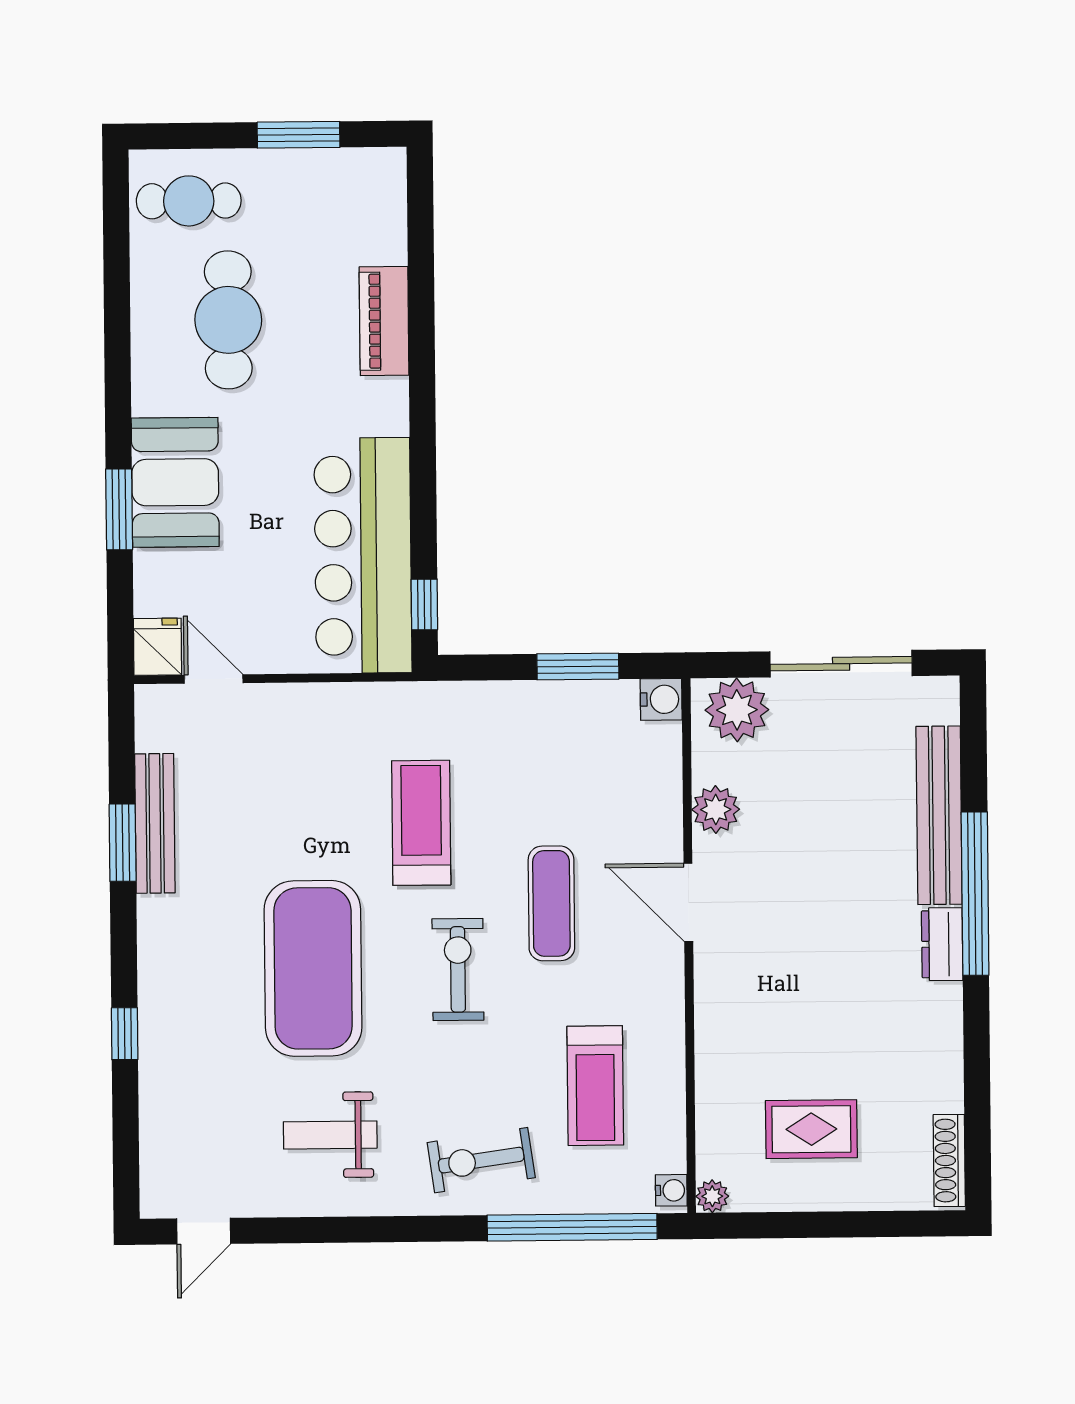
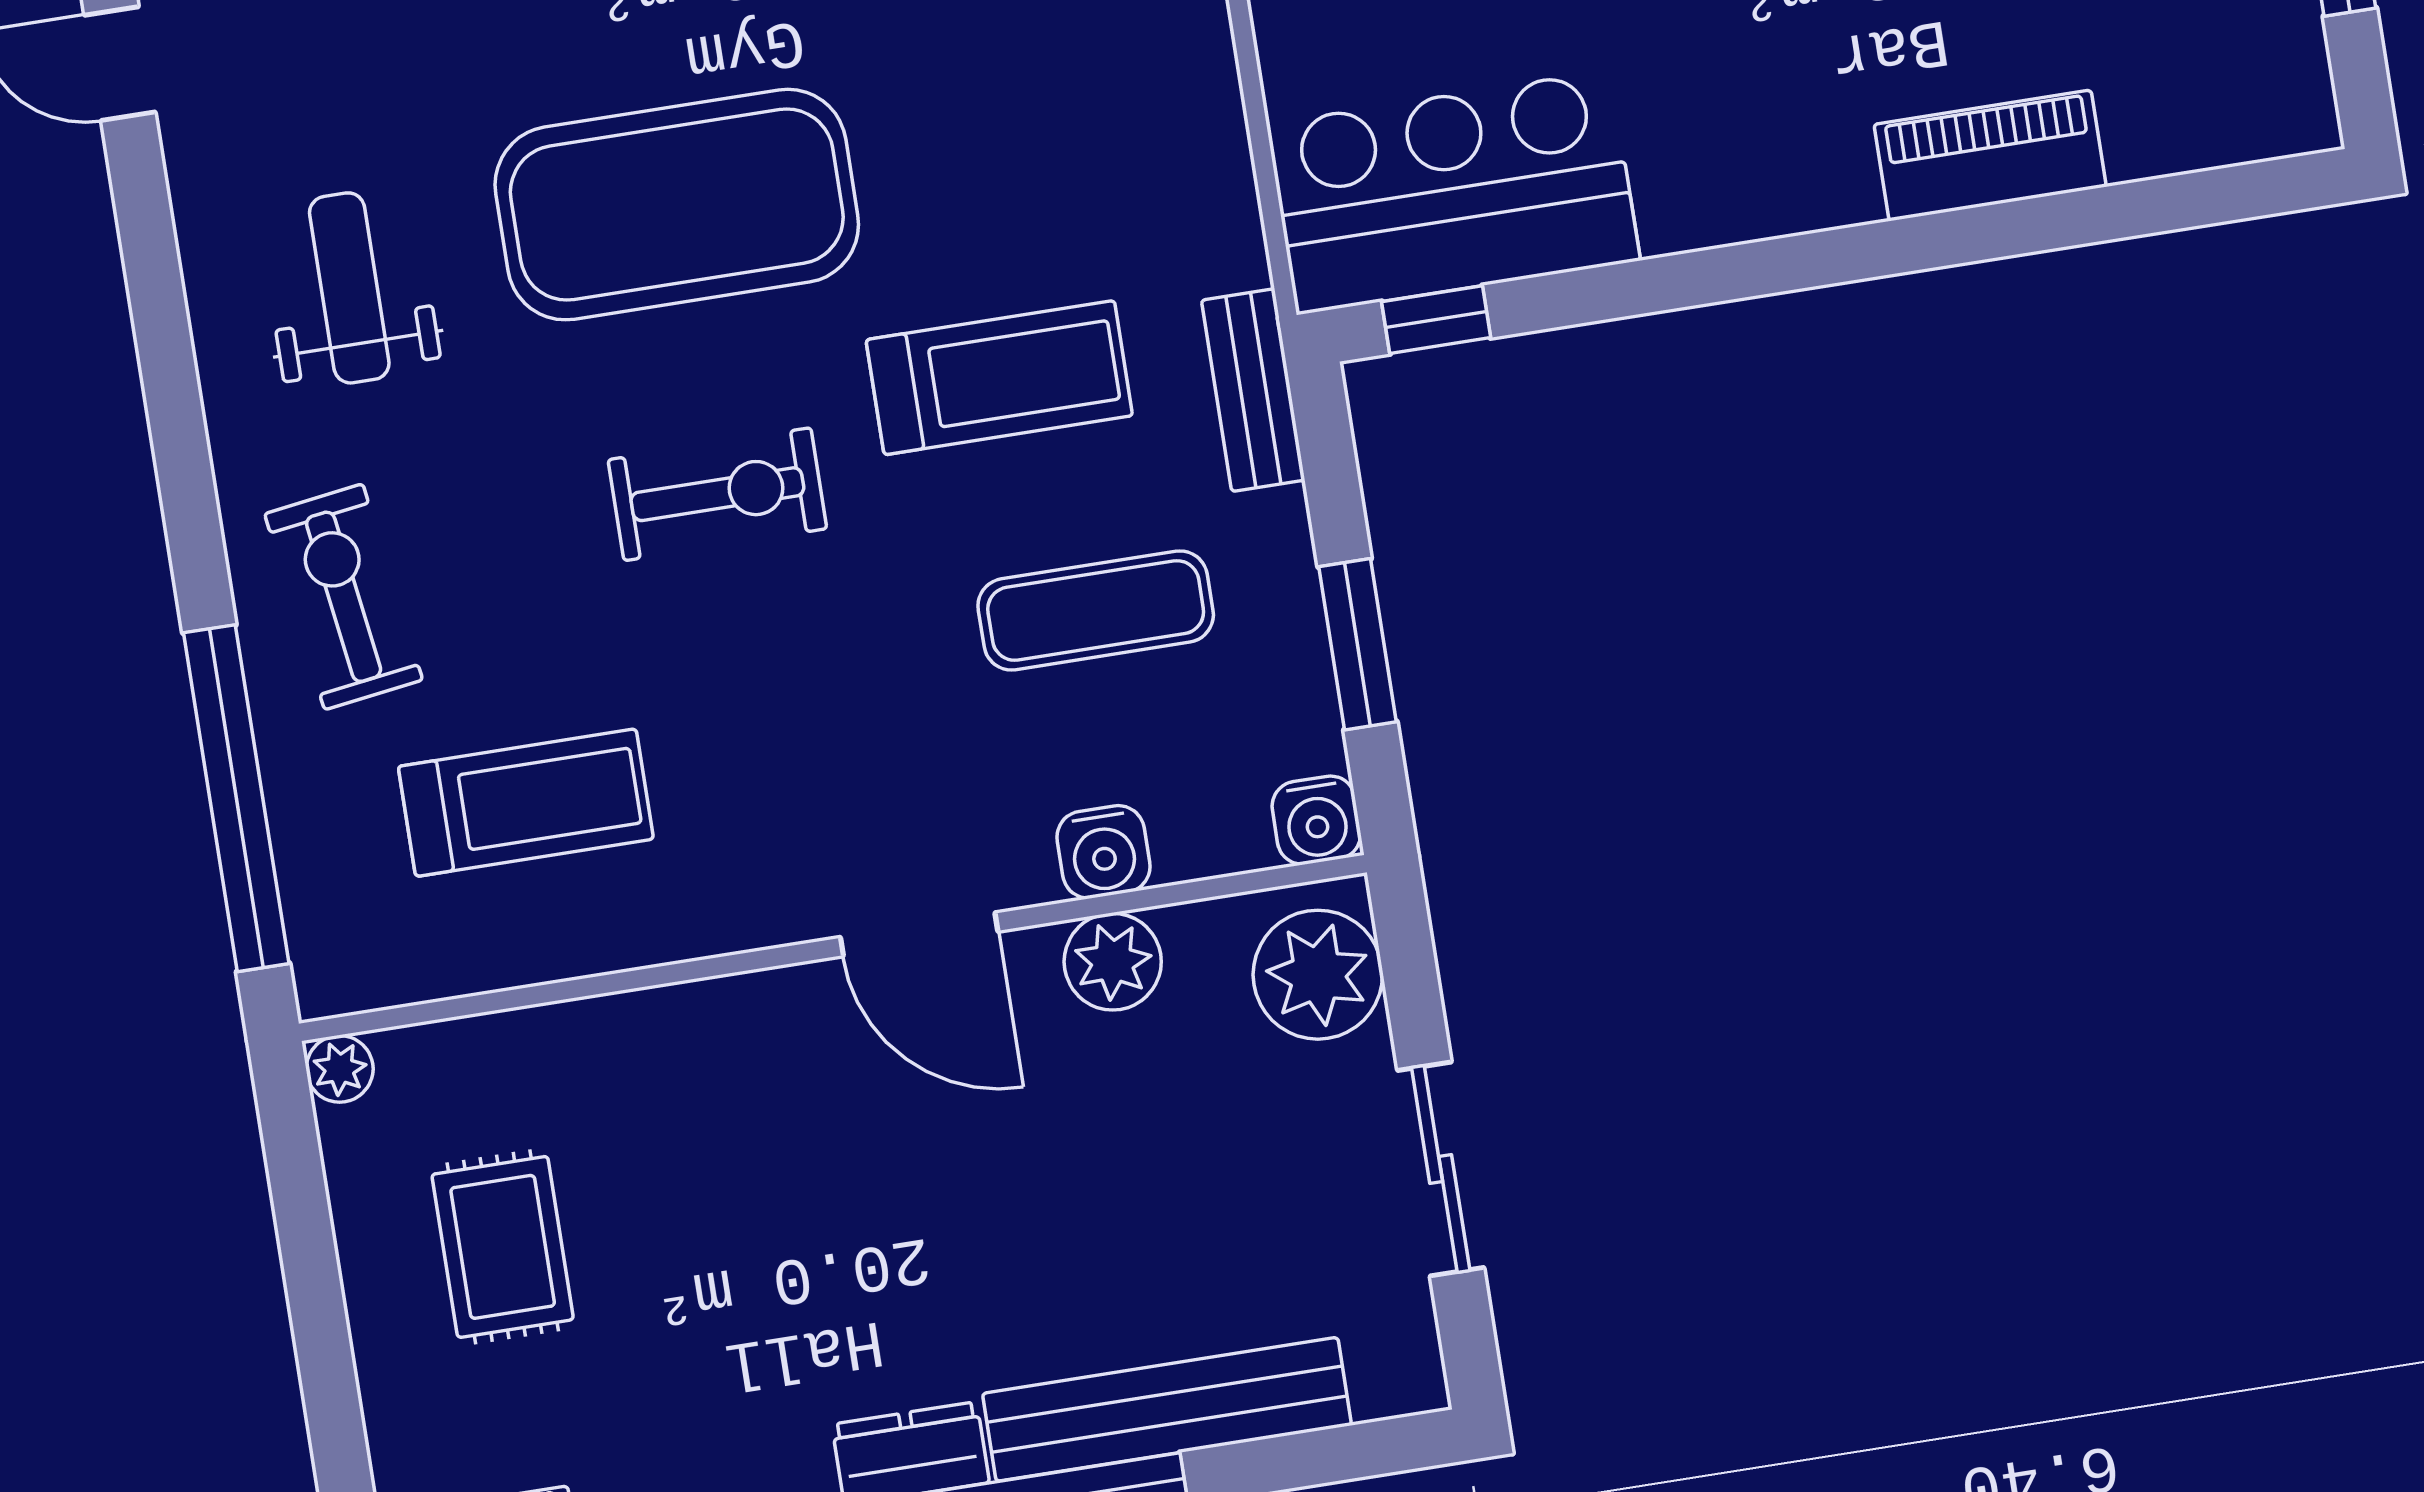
bar counter: (363, 555) -> (1453, 192), width x0.73
sliding door: (841, 664) -> (1441, 1169), width x0.73
bench: (446, 699) -> (1253, 390), added
door: (688, 902) -> (919, 934), swing flipped
exercise mat: (551, 903) -> (1096, 610), moved
treadmill: (595, 1086) -> (526, 803), turned 180
water cooler: (671, 1190) -> (1103, 852), moved, width x1.38, depth x1.38

